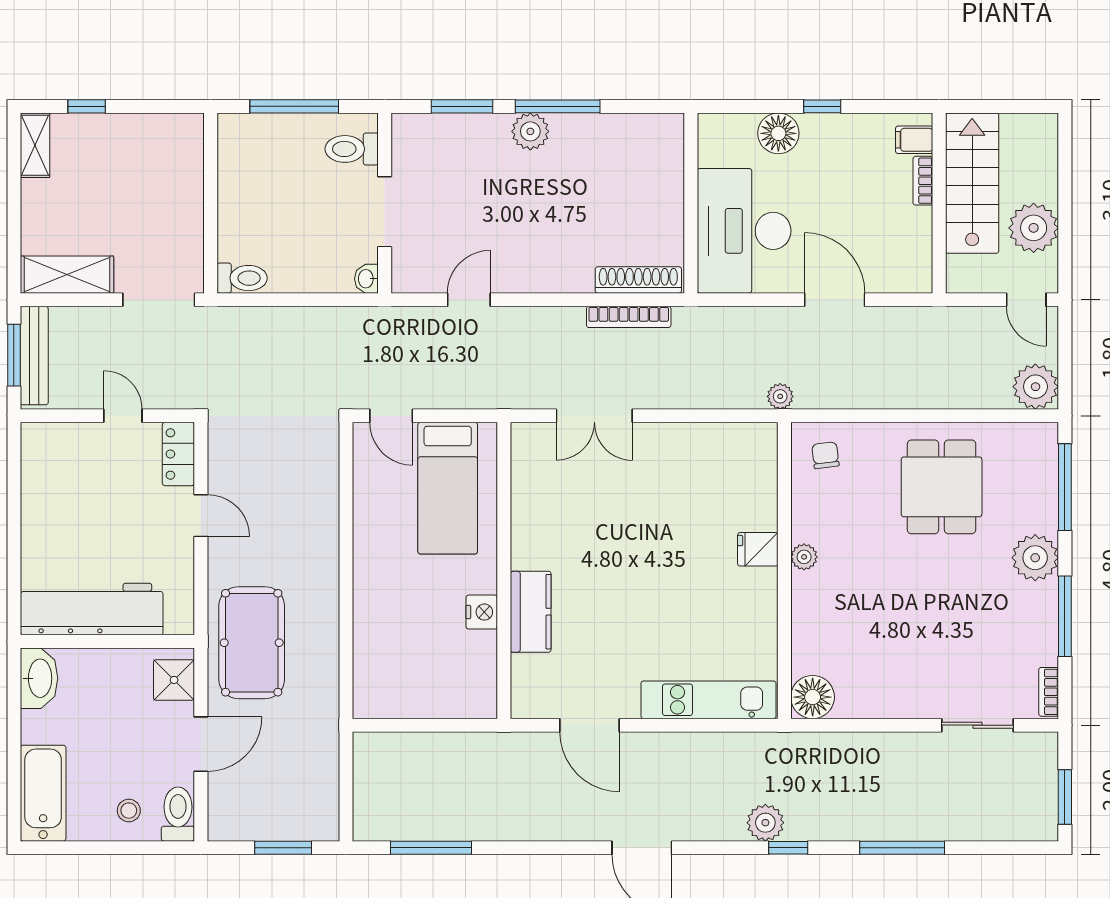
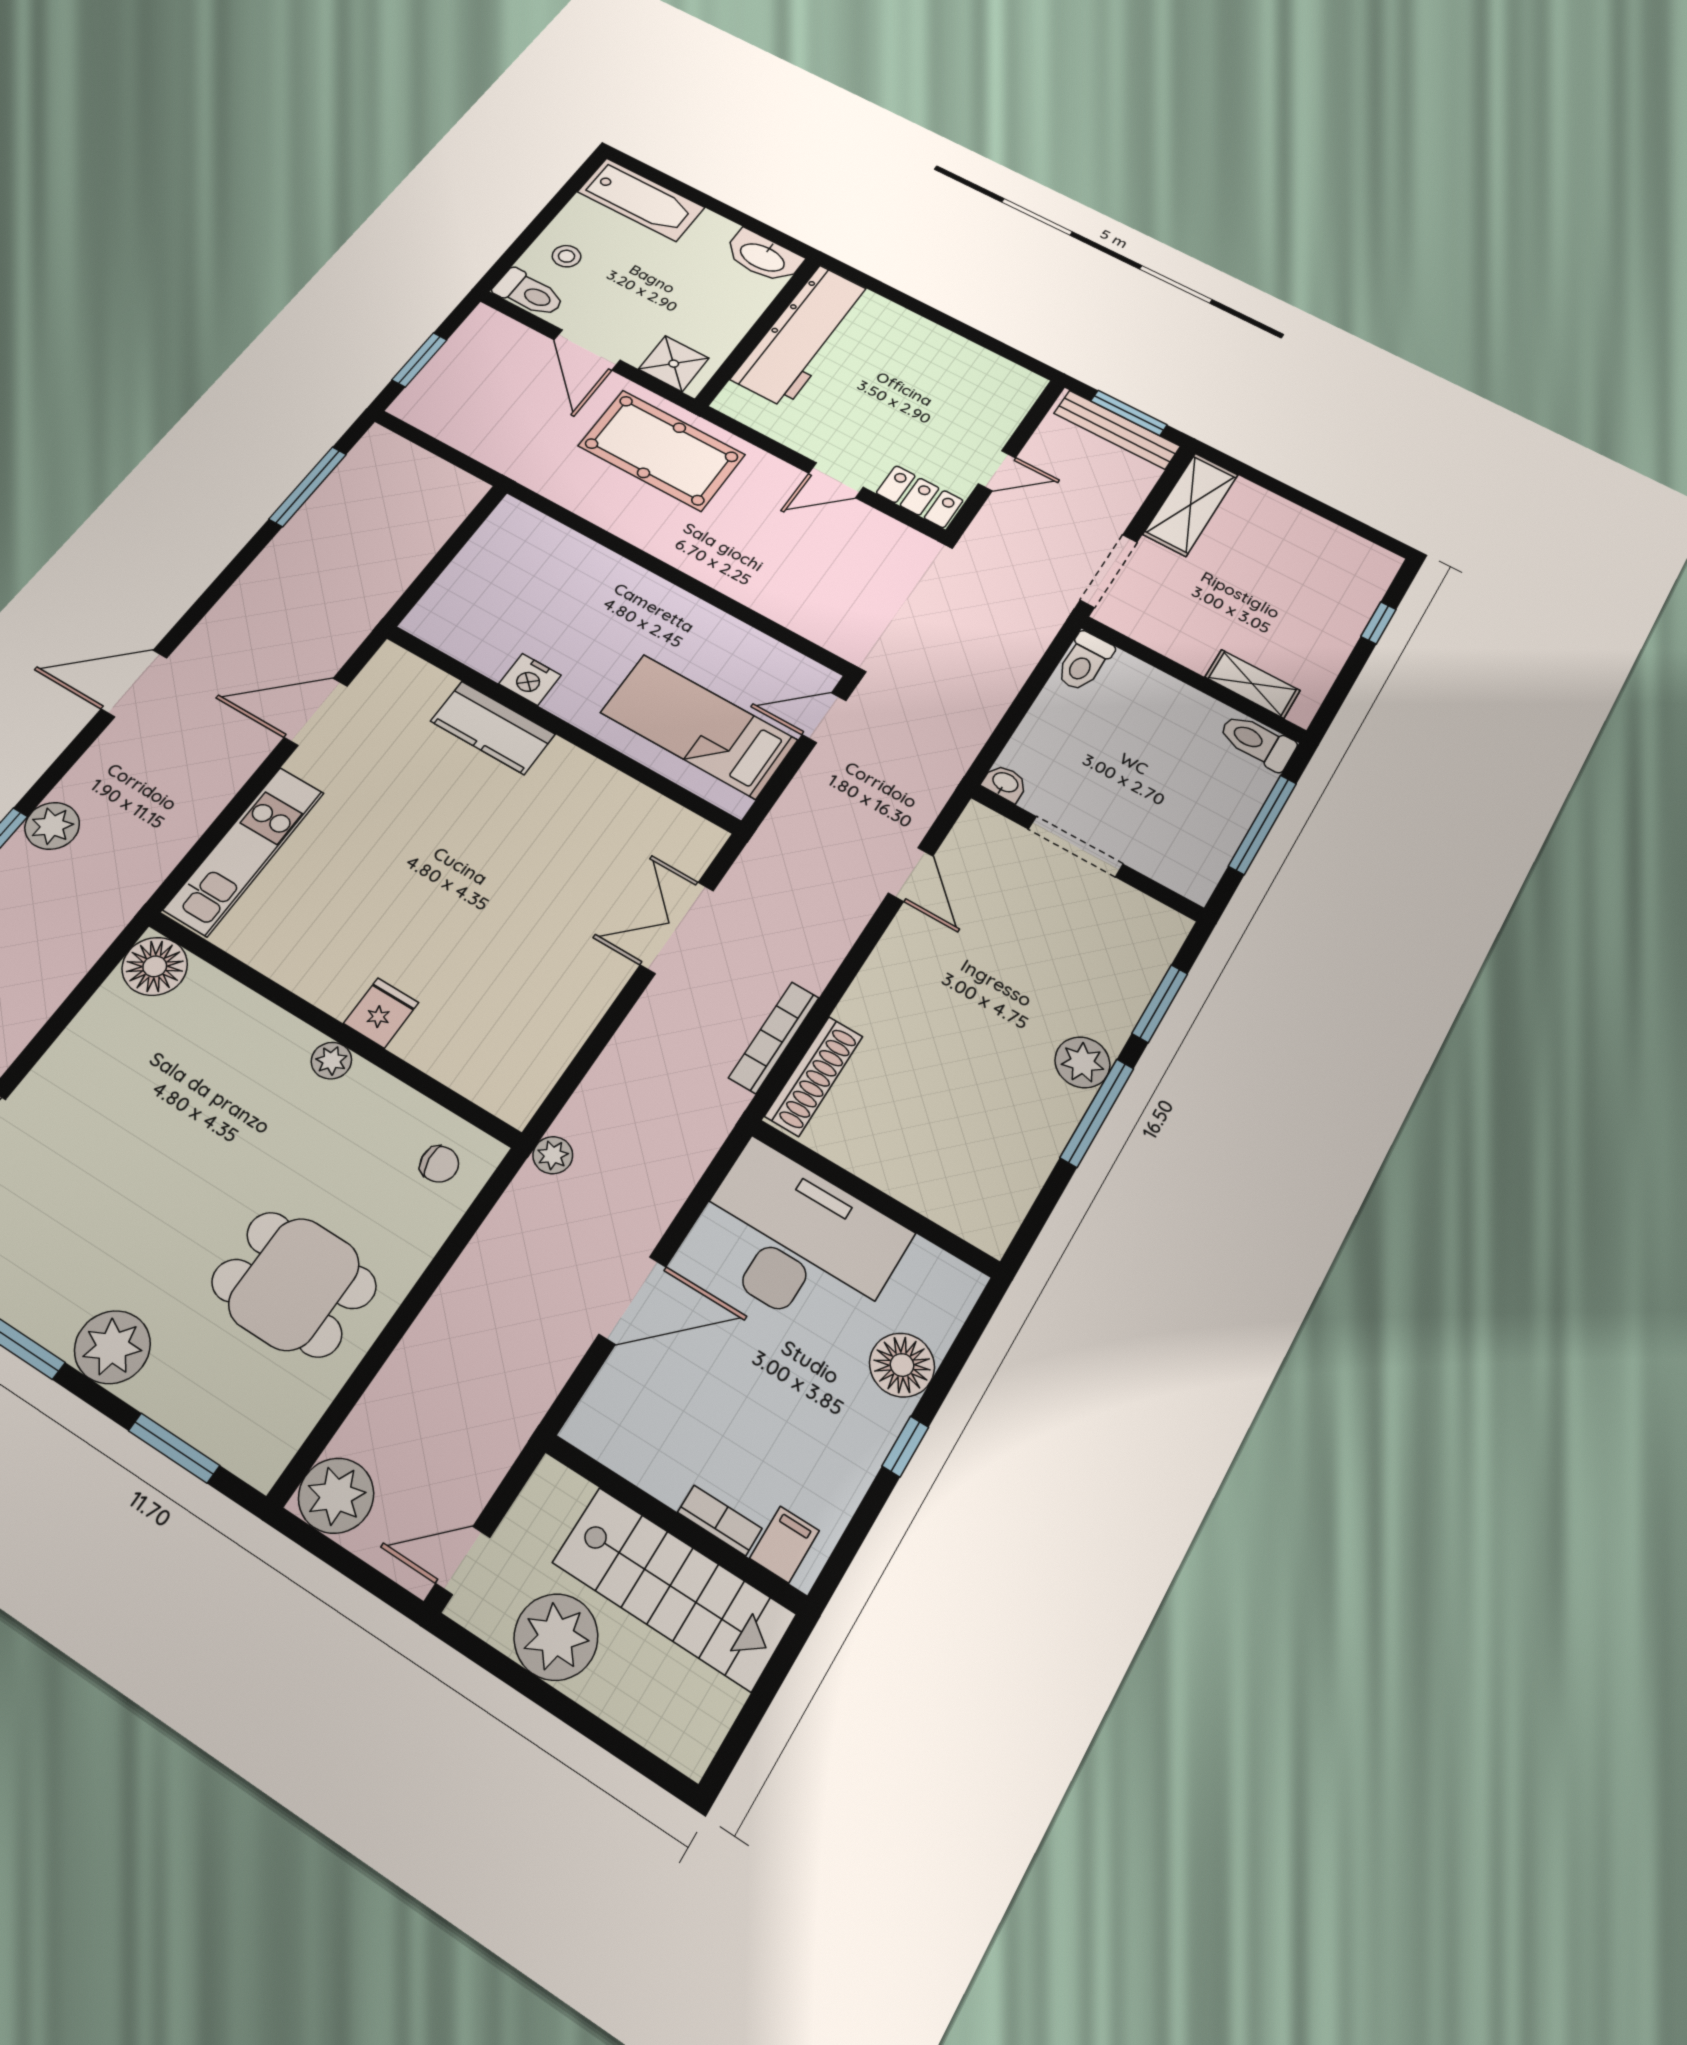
shelving: (35, 145) -> (1252, 684), moved
toilet: (352, 149) -> (1257, 742), moved, turned -90
window: (1065, 487) -> (174, 1448), width x0.69

